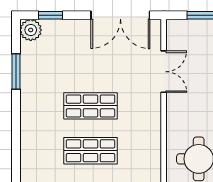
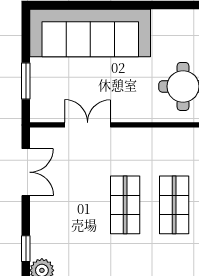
double door: (120, 15) -> (26, 172), width x0.73

